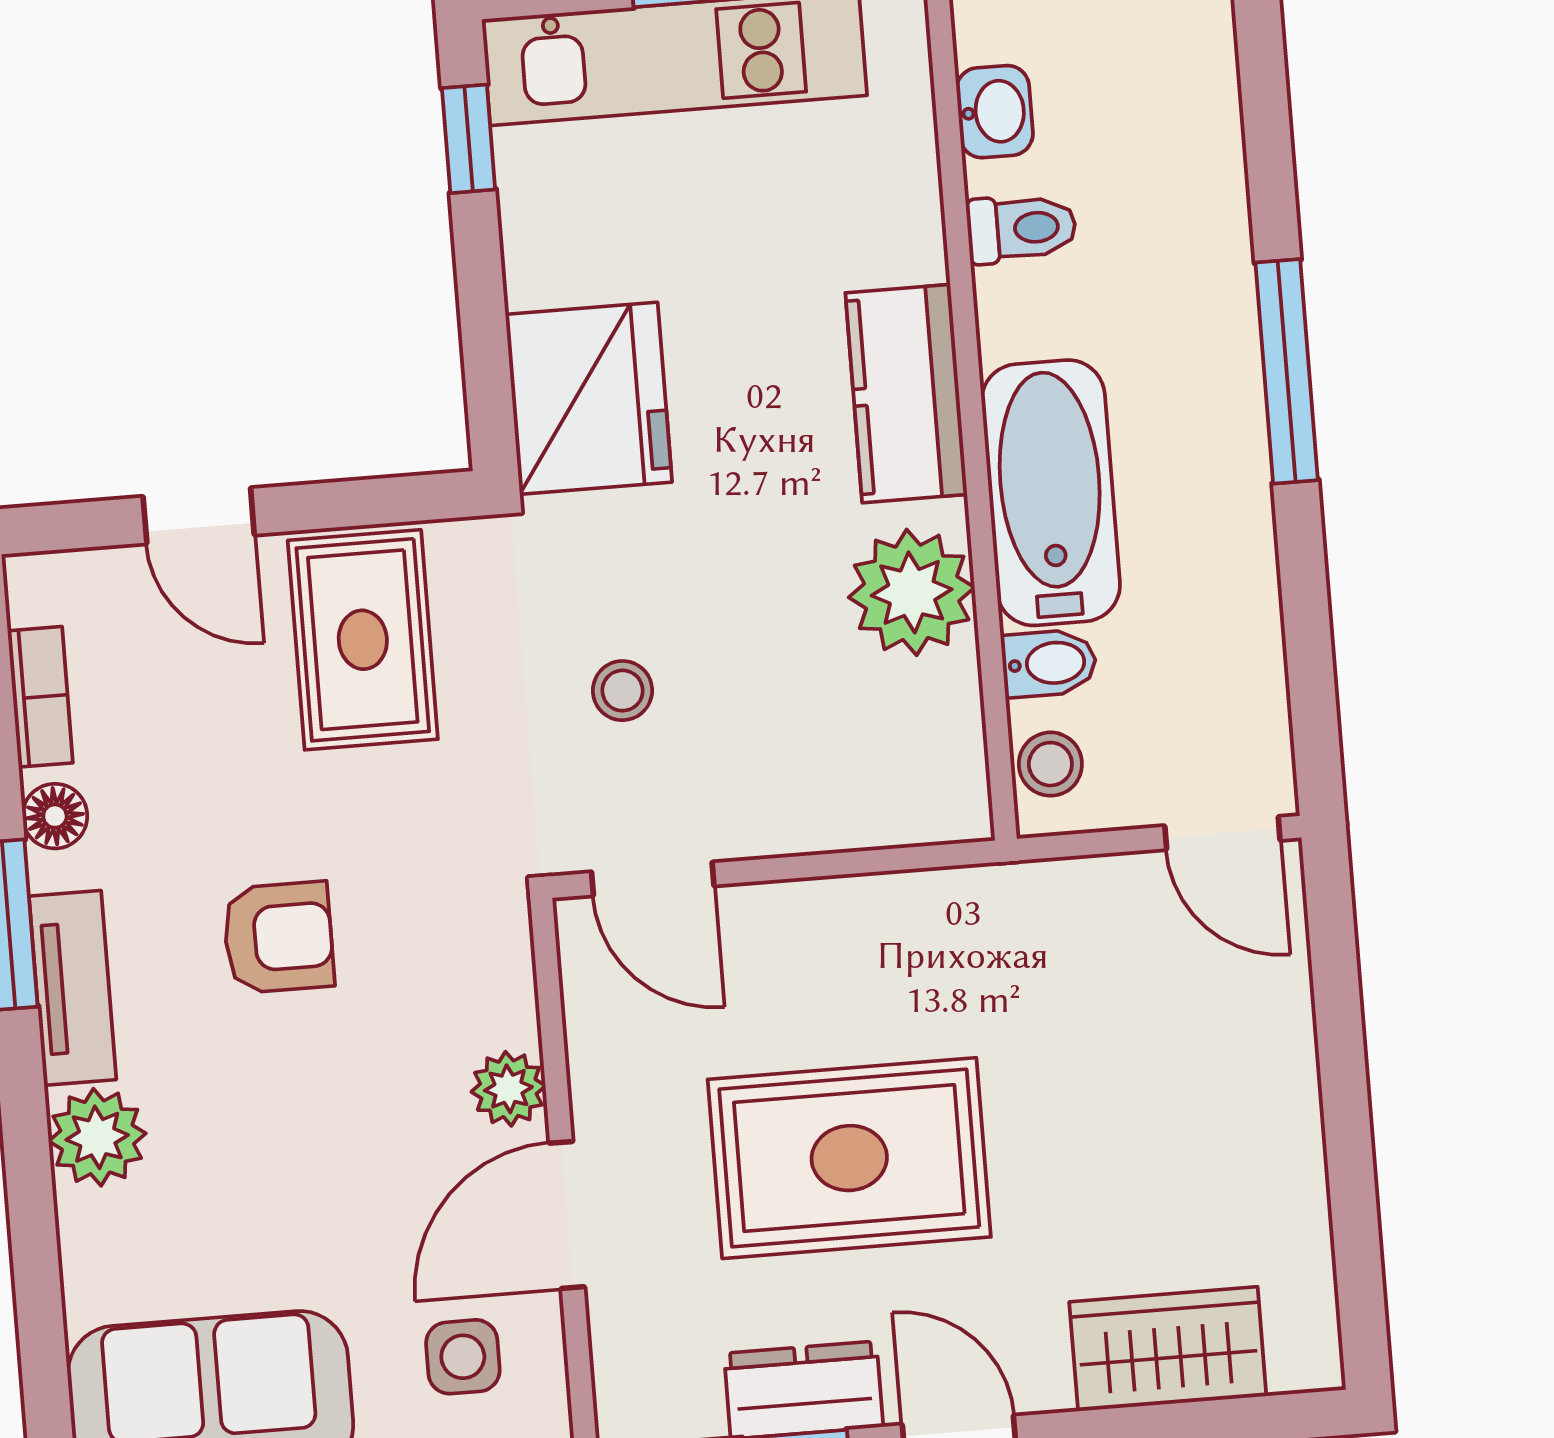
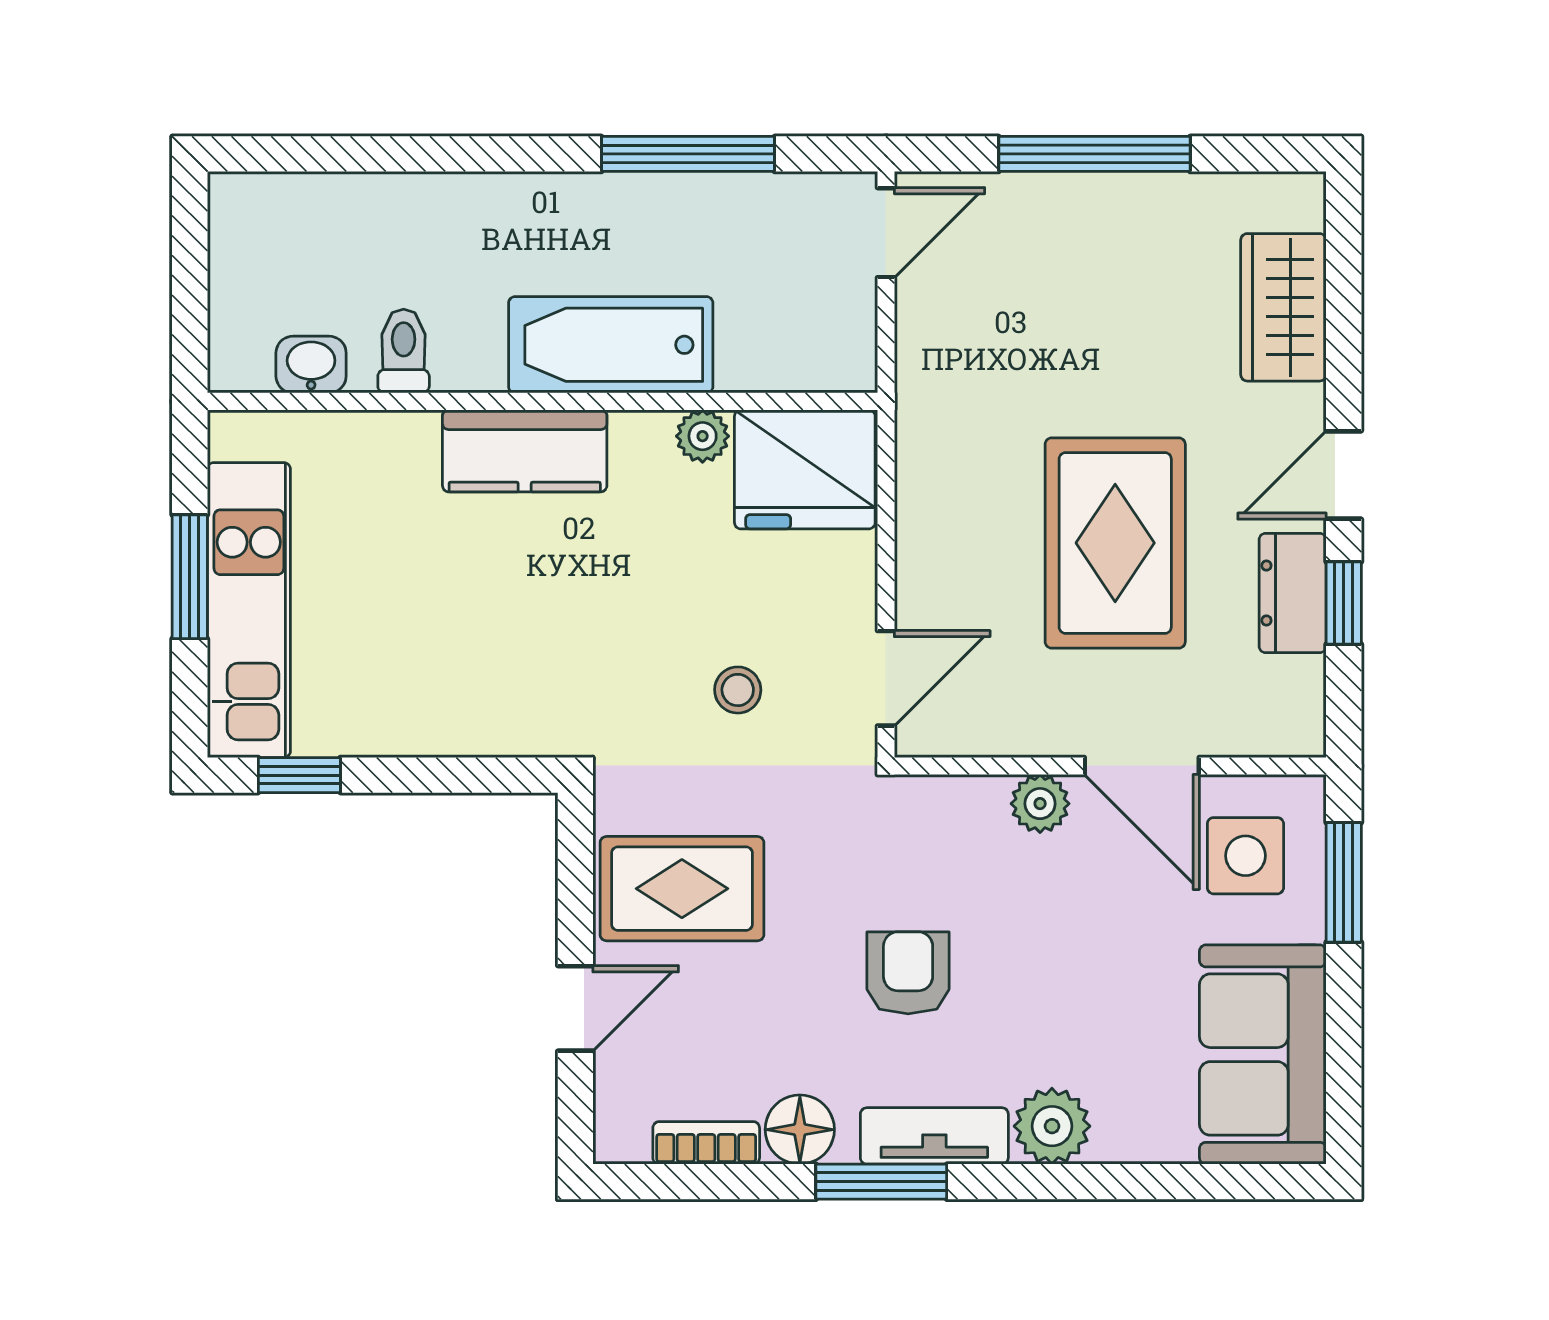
window: (1287, 371) -> (688, 154), moved
fridge: (589, 398) -> (805, 469), moved, turned 180
plant: (912, 592) -> (703, 436), width x0.53, depth x0.53
bidet: (1049, 663) -> (743, 357), removed
stool: (1050, 764) -> (822, 362), removed
floor lamp: (55, 816) -> (800, 1130), width x1.37, depth x1.37
window: (1345, 1092) -> (1094, 154), added
side table: (463, 1357) -> (1245, 856), width x1.37, depth x1.37

